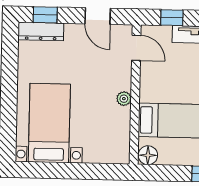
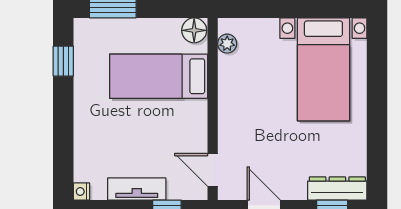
plant: (124, 99) -> (227, 44), moved

